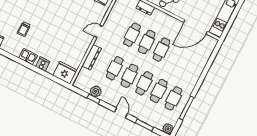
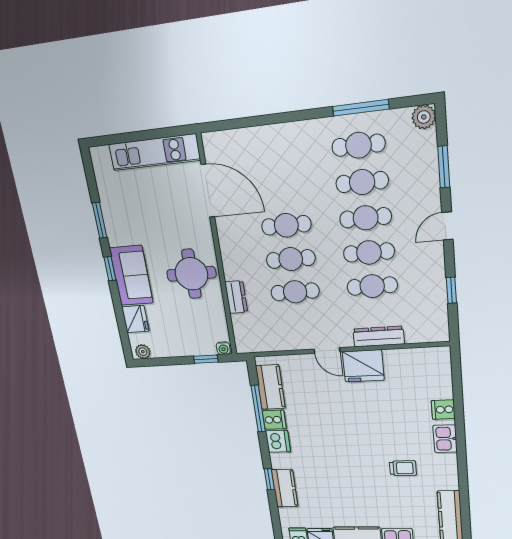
fridge: (65, 73) -> (363, 366), moved, turned -90
plant: (96, 91) -> (435, 294), removed

